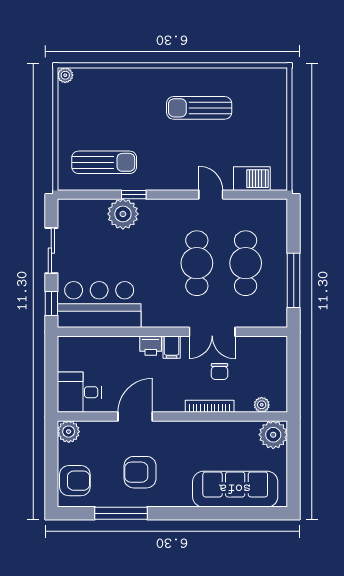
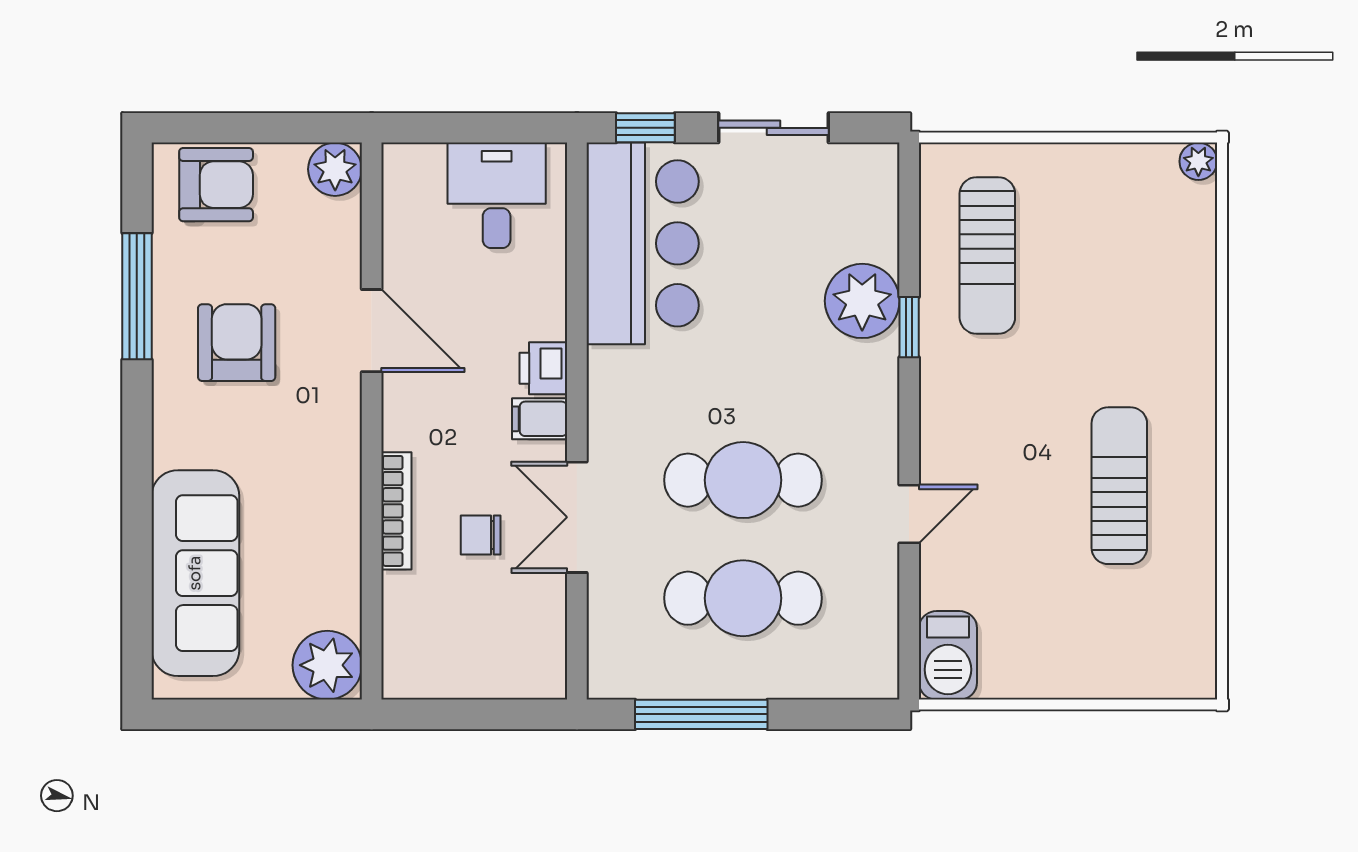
barbecue: (252, 179) -> (948, 655), moved
desk: (79, 392) -> (497, 195), moved
plant: (262, 405) -> (400, 637), removed
armchair: (75, 481) -> (216, 185), turned -90

